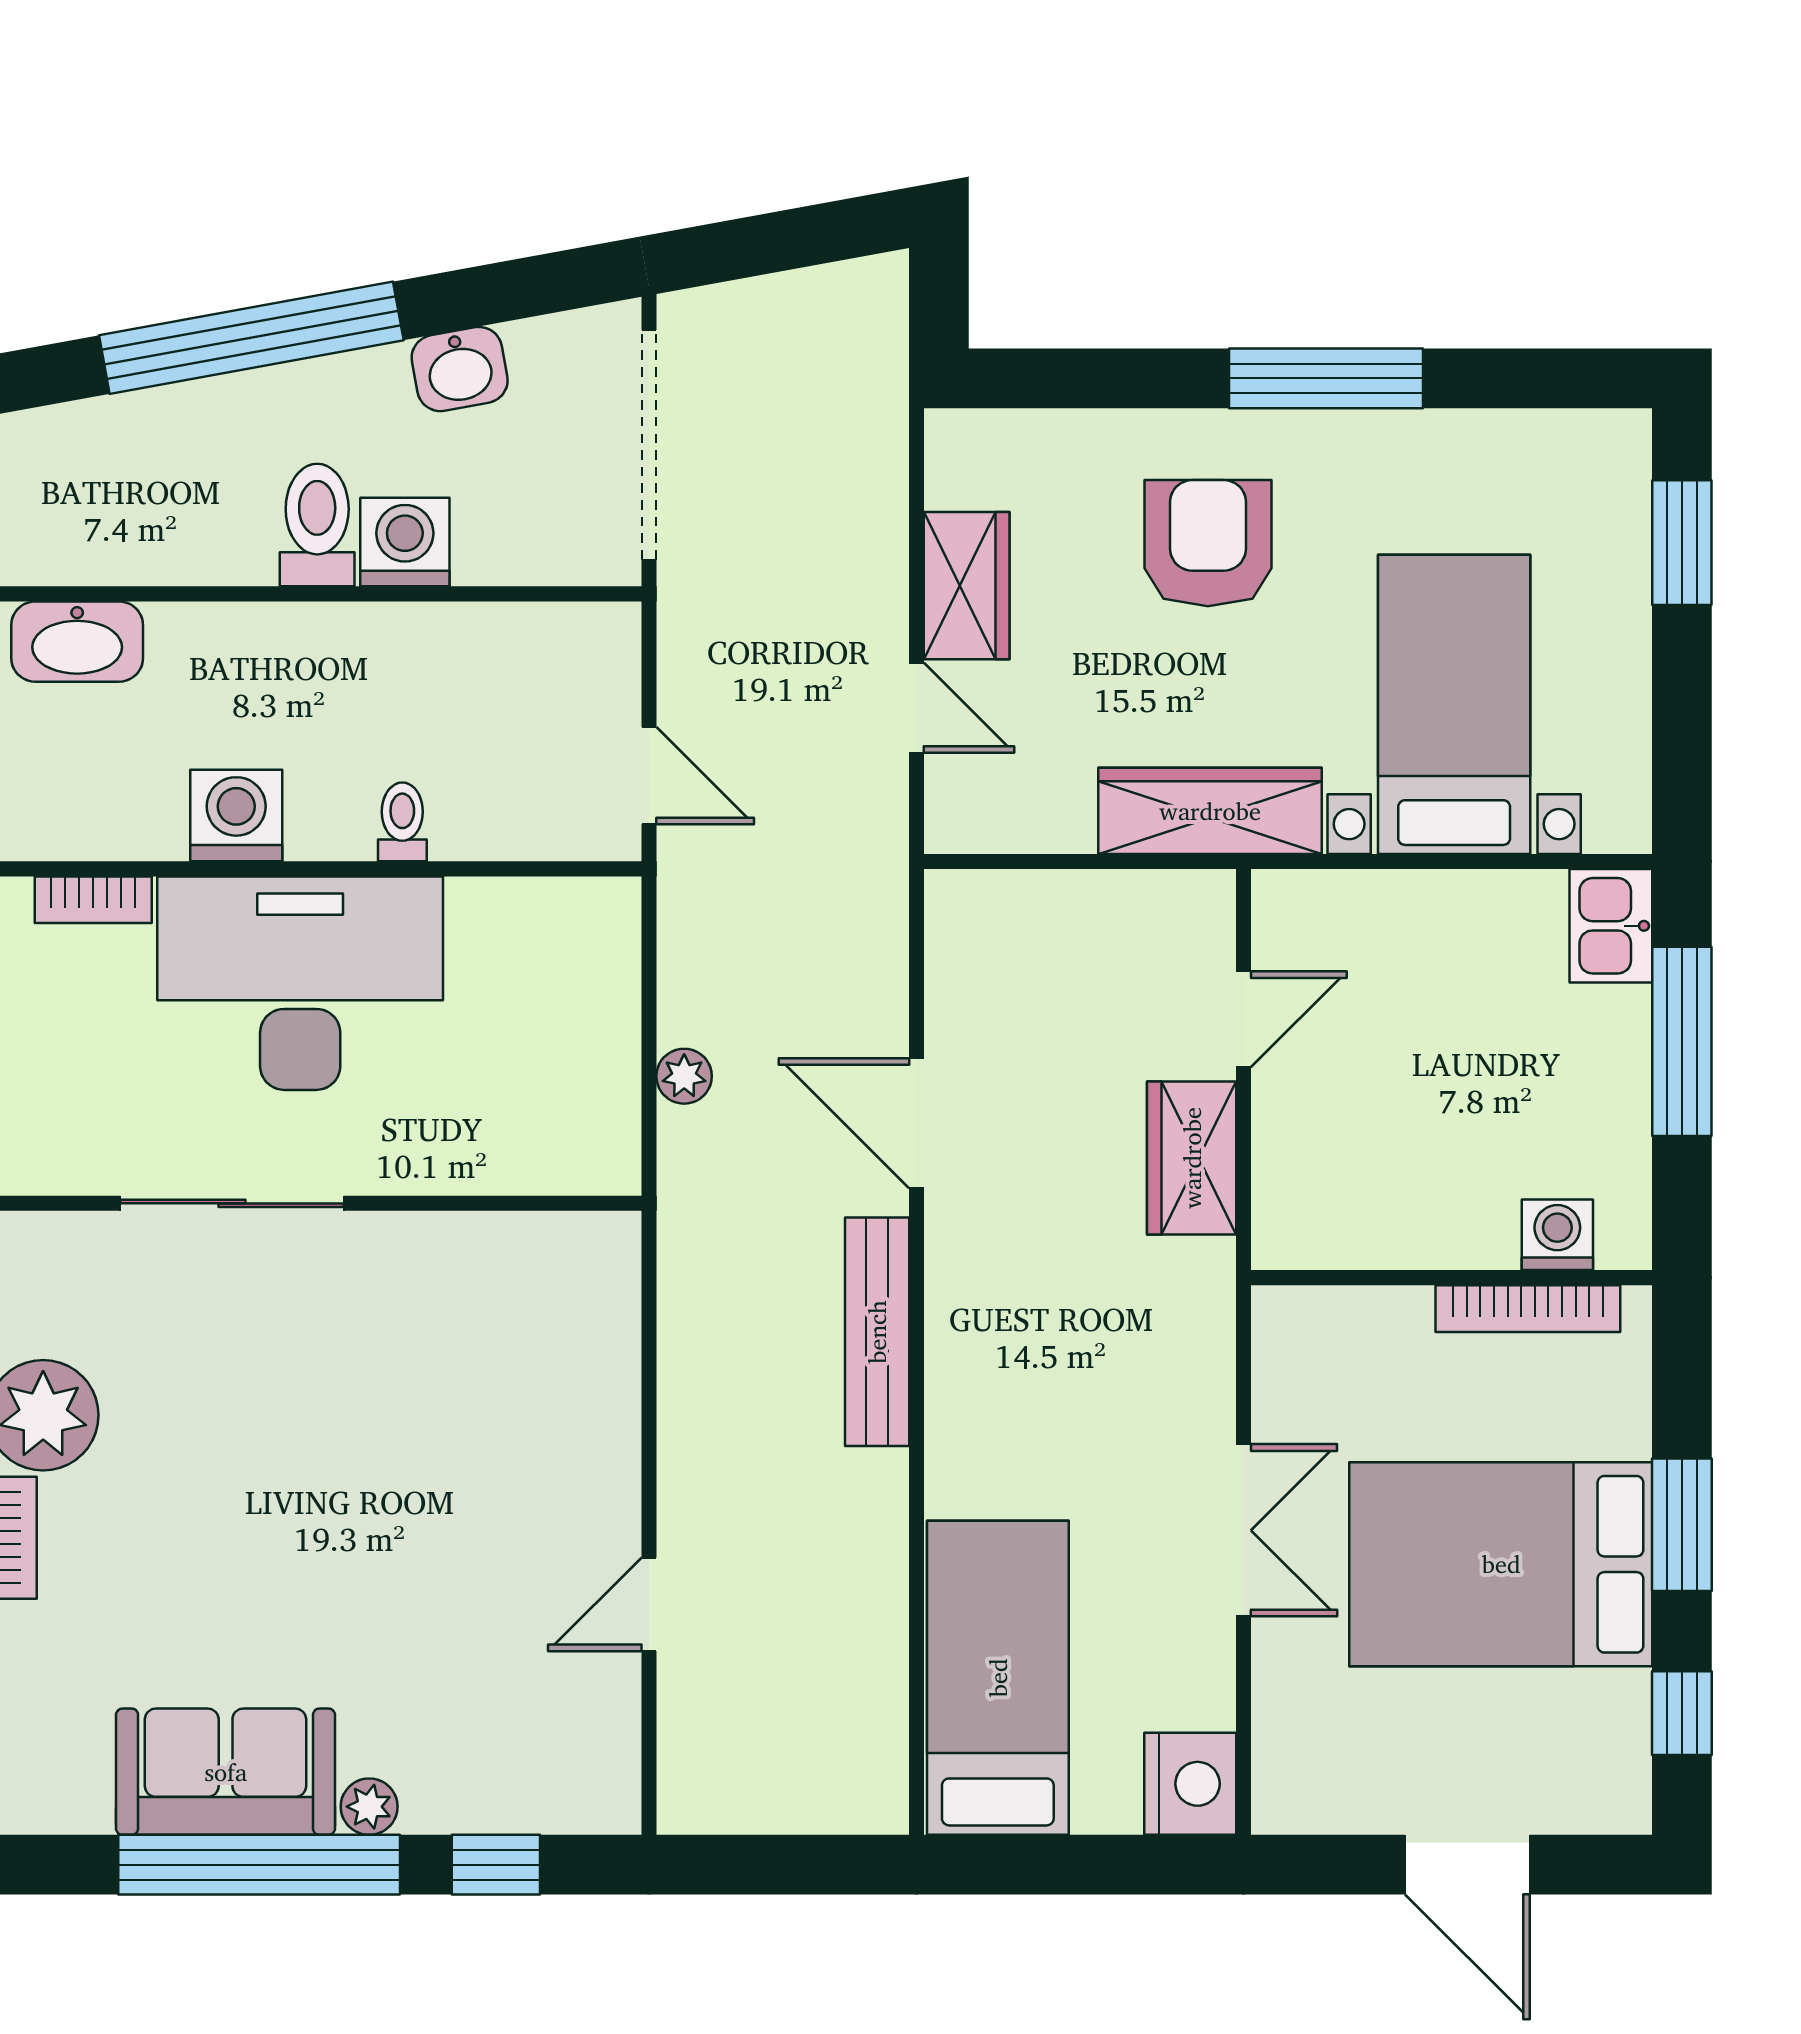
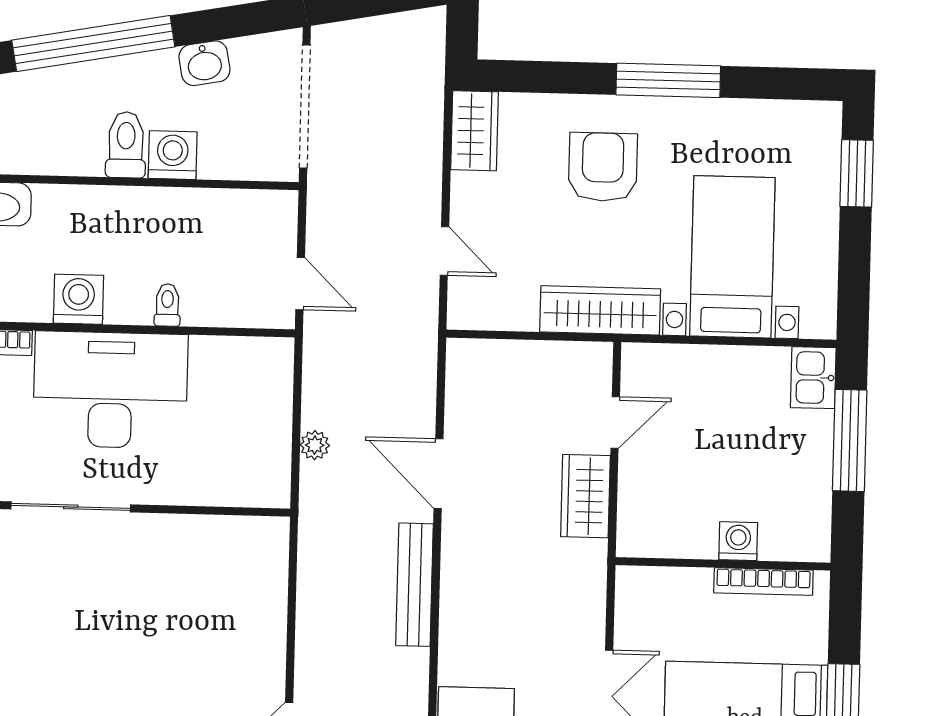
wardrobe: (967, 586) -> (474, 131), moved
washing machine: (1557, 1235) -> (738, 541), moved

